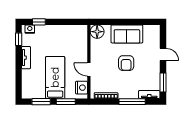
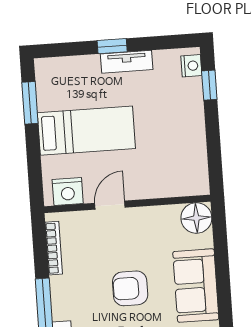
window: (19, 39) -> (112, 46), moved
window: (66, 102) -> (34, 158), removed

